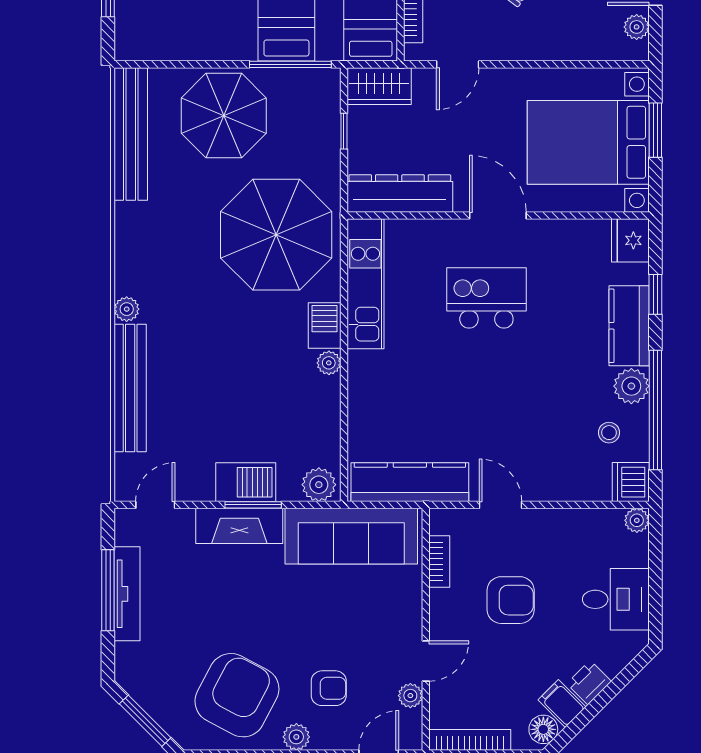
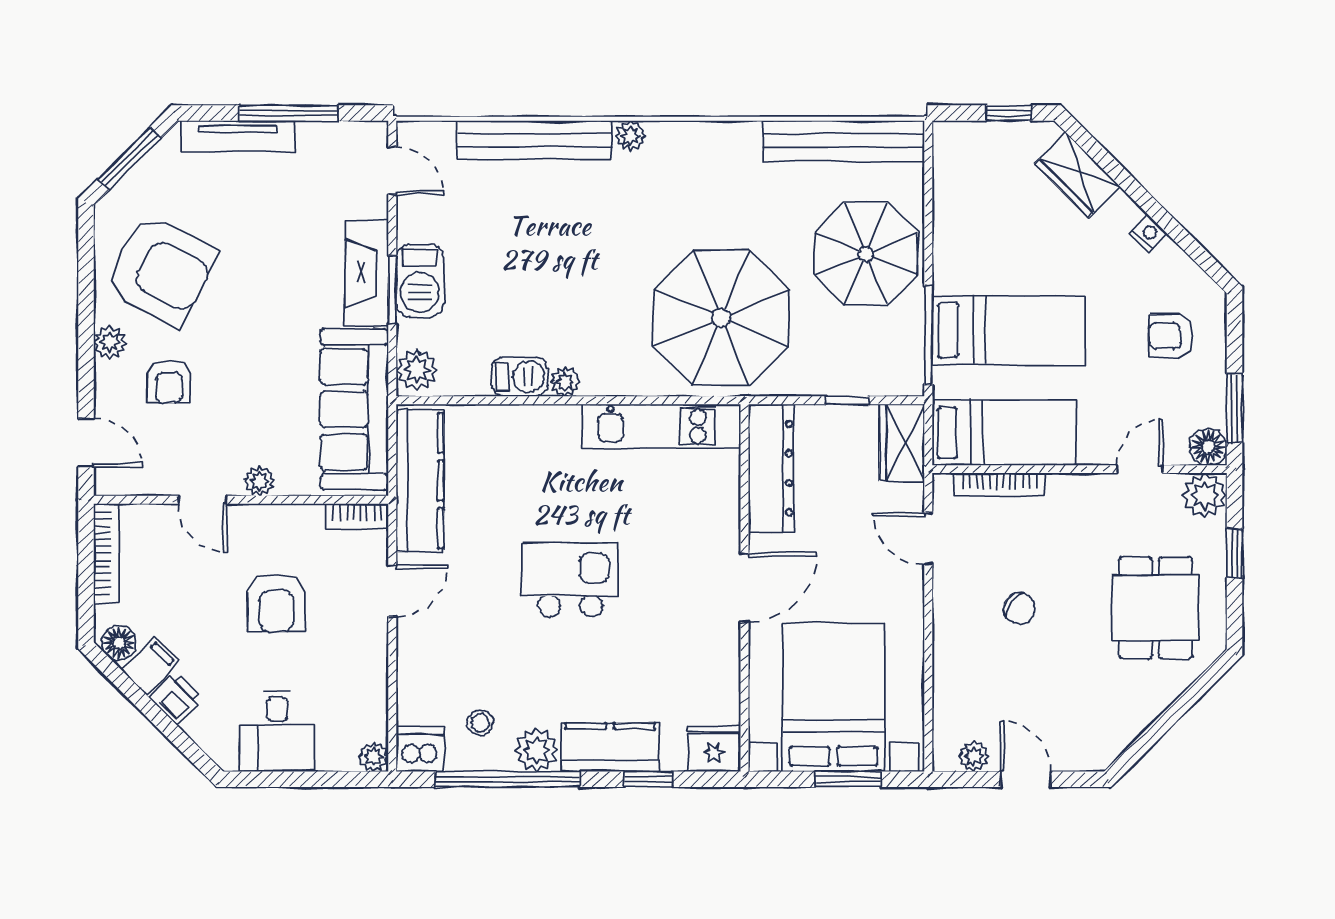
kitchen island: (486, 298) -> (570, 580), moved, turned -90
barbecue: (325, 325) -> (520, 377), moved
bookcase: (439, 562) -> (357, 516), moved
tv unit: (127, 594) -> (237, 136), moved
plant: (410, 696) -> (259, 481), moved

